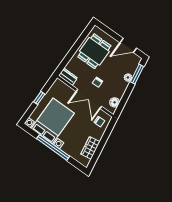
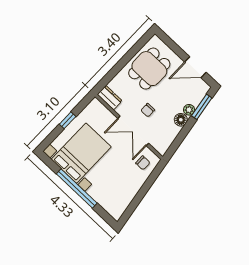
floor lamp: (115, 102) -> (181, 120), moved
wardrobe: (90, 148) -> (126, 196), removed

